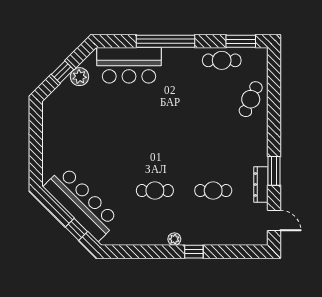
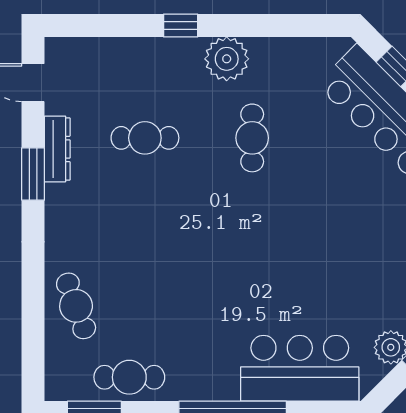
cafe table: (251, 99) -> (76, 306), turned -44
cafe table: (155, 191) -> (252, 138), turned 90
plant: (174, 239) -> (227, 59), width x1.88, depth x1.88

